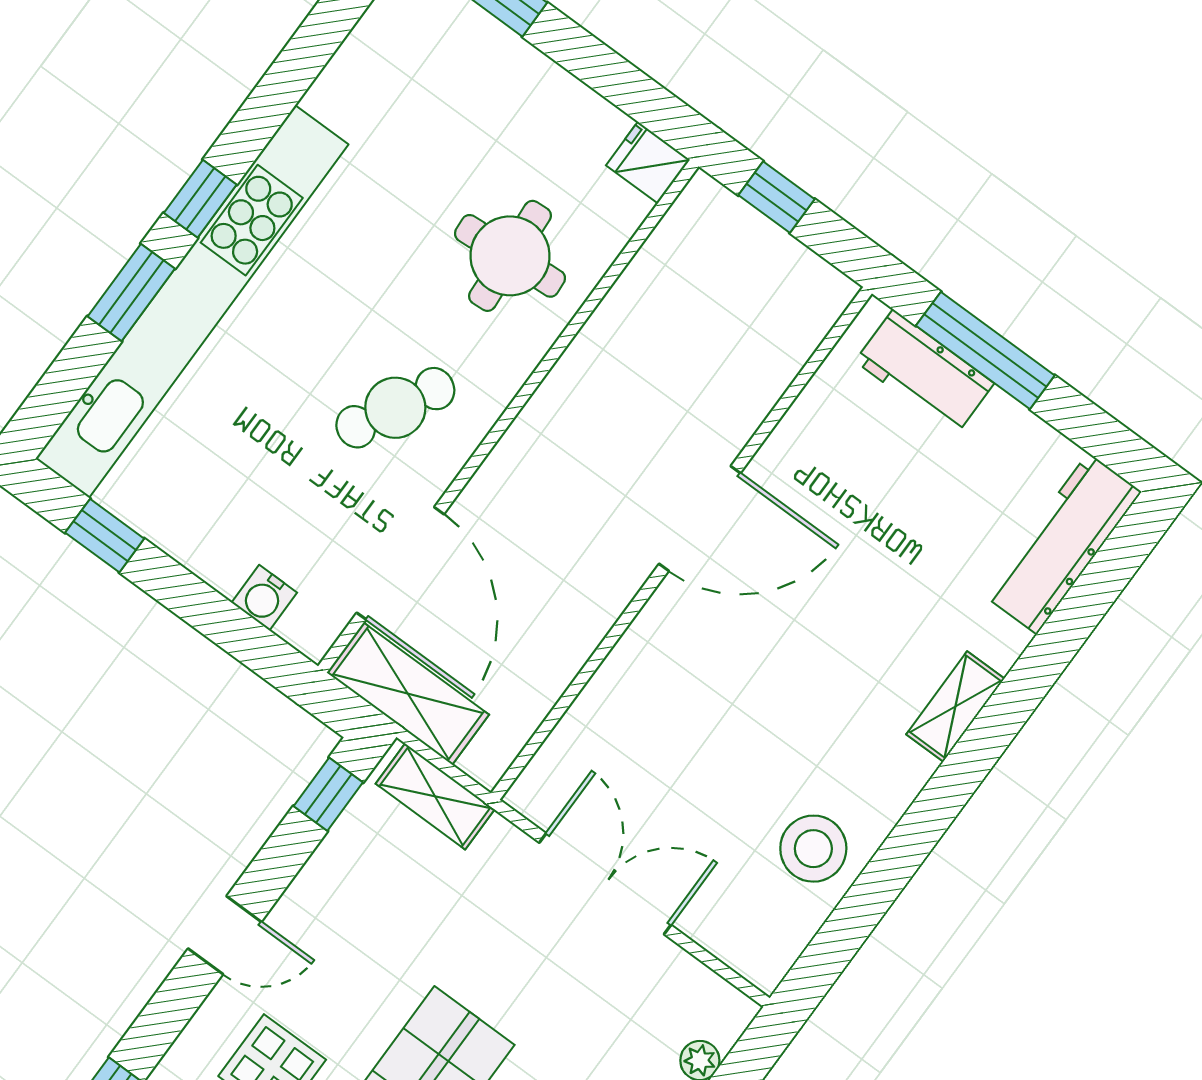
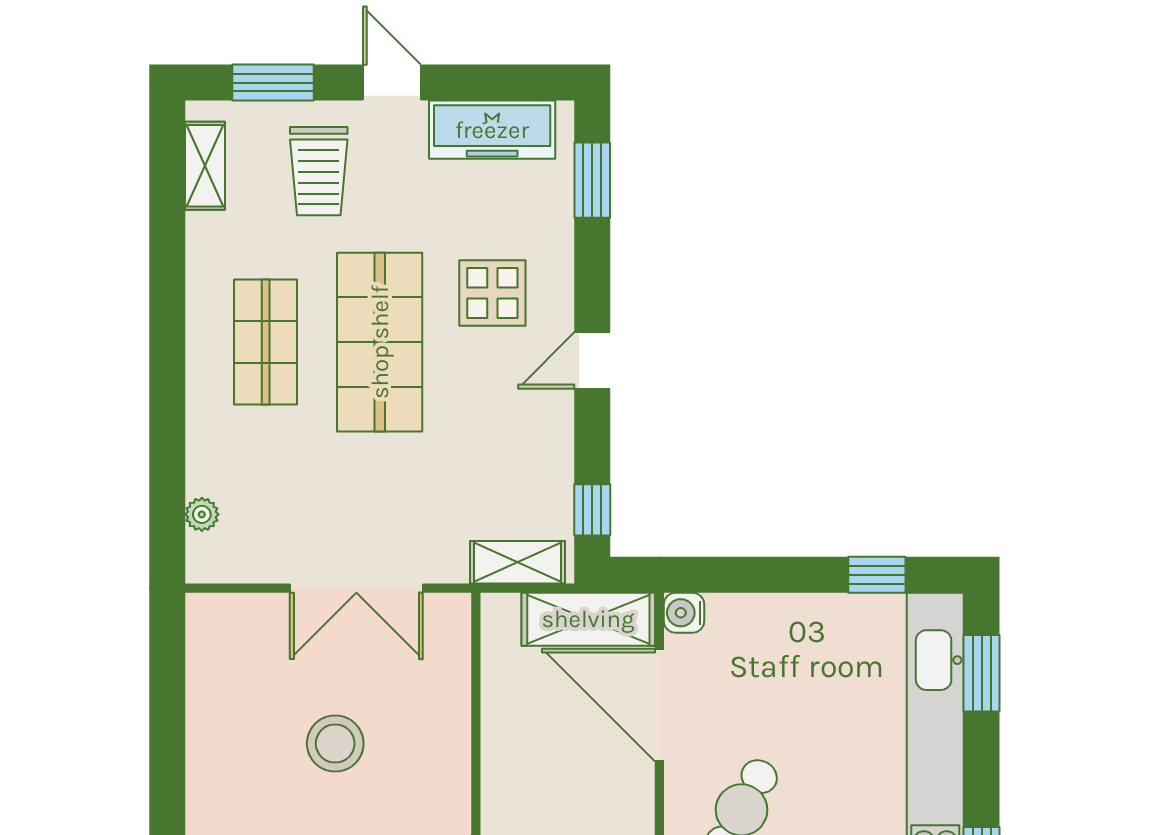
window: (131, 293) -> (982, 673), moved
water cooler: (264, 598) -> (684, 613), moved, turned -90
stool: (813, 849) -> (335, 744), moved

